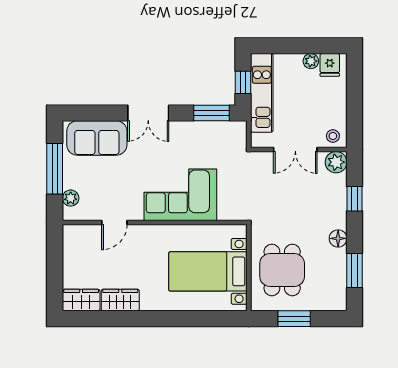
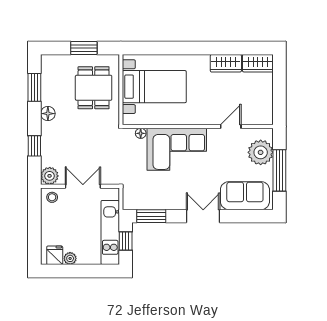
plant: (71, 198) -> (261, 152), width x1.87, depth x1.87
floor lamp: (224, 214) -> (141, 133), added

